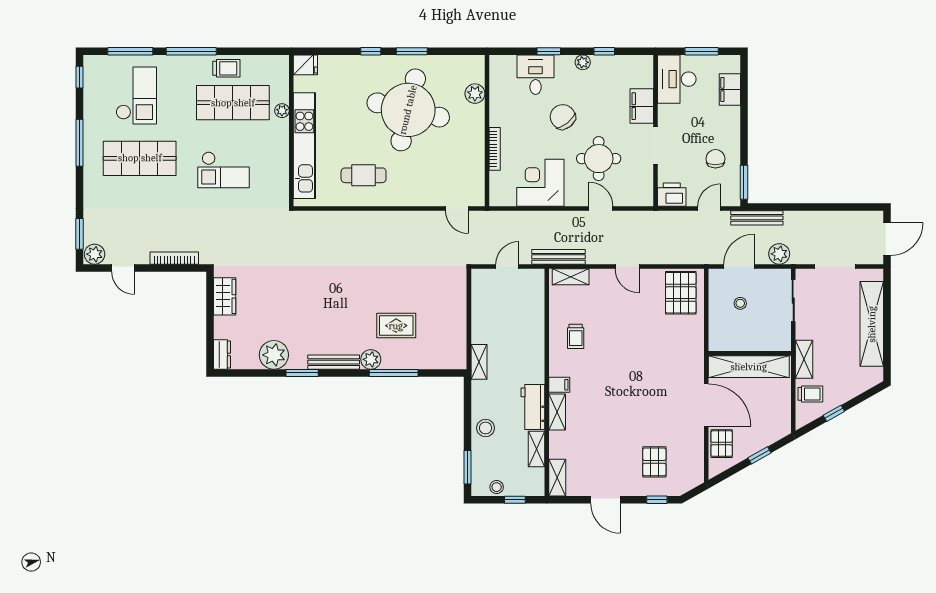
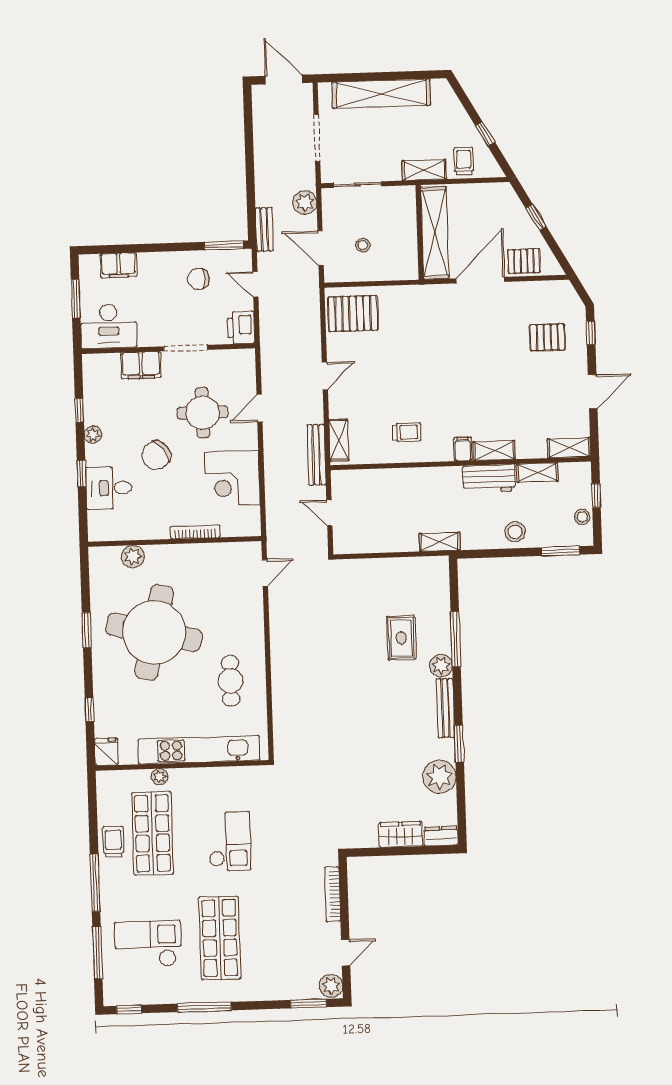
window: (371, 51) -> (89, 710), moved
bench: (757, 218) -> (264, 229), width x0.73
wardrobe: (225, 296) -> (401, 834), moved

